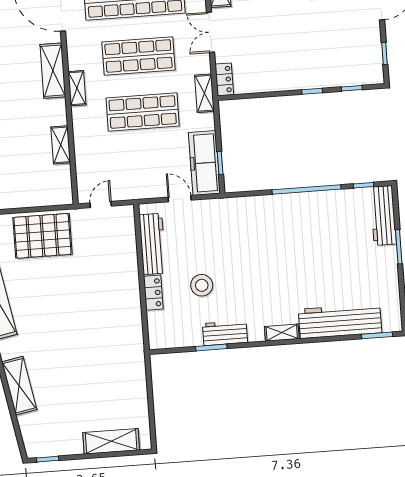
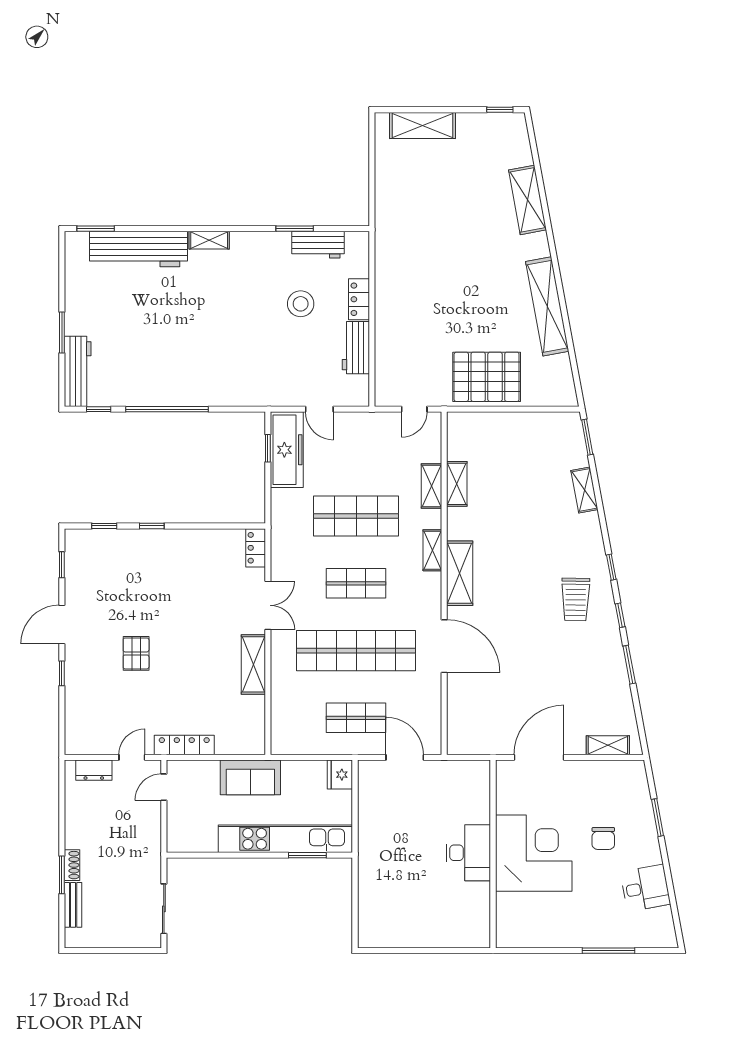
shop shelf: (139, 56) -> (356, 583), width x0.70, depth x0.74
shelving: (204, 93) -> (432, 486), moved
workbench: (152, 244) -> (356, 348), width x0.73
workbench: (225, 333) -> (318, 245), moved

